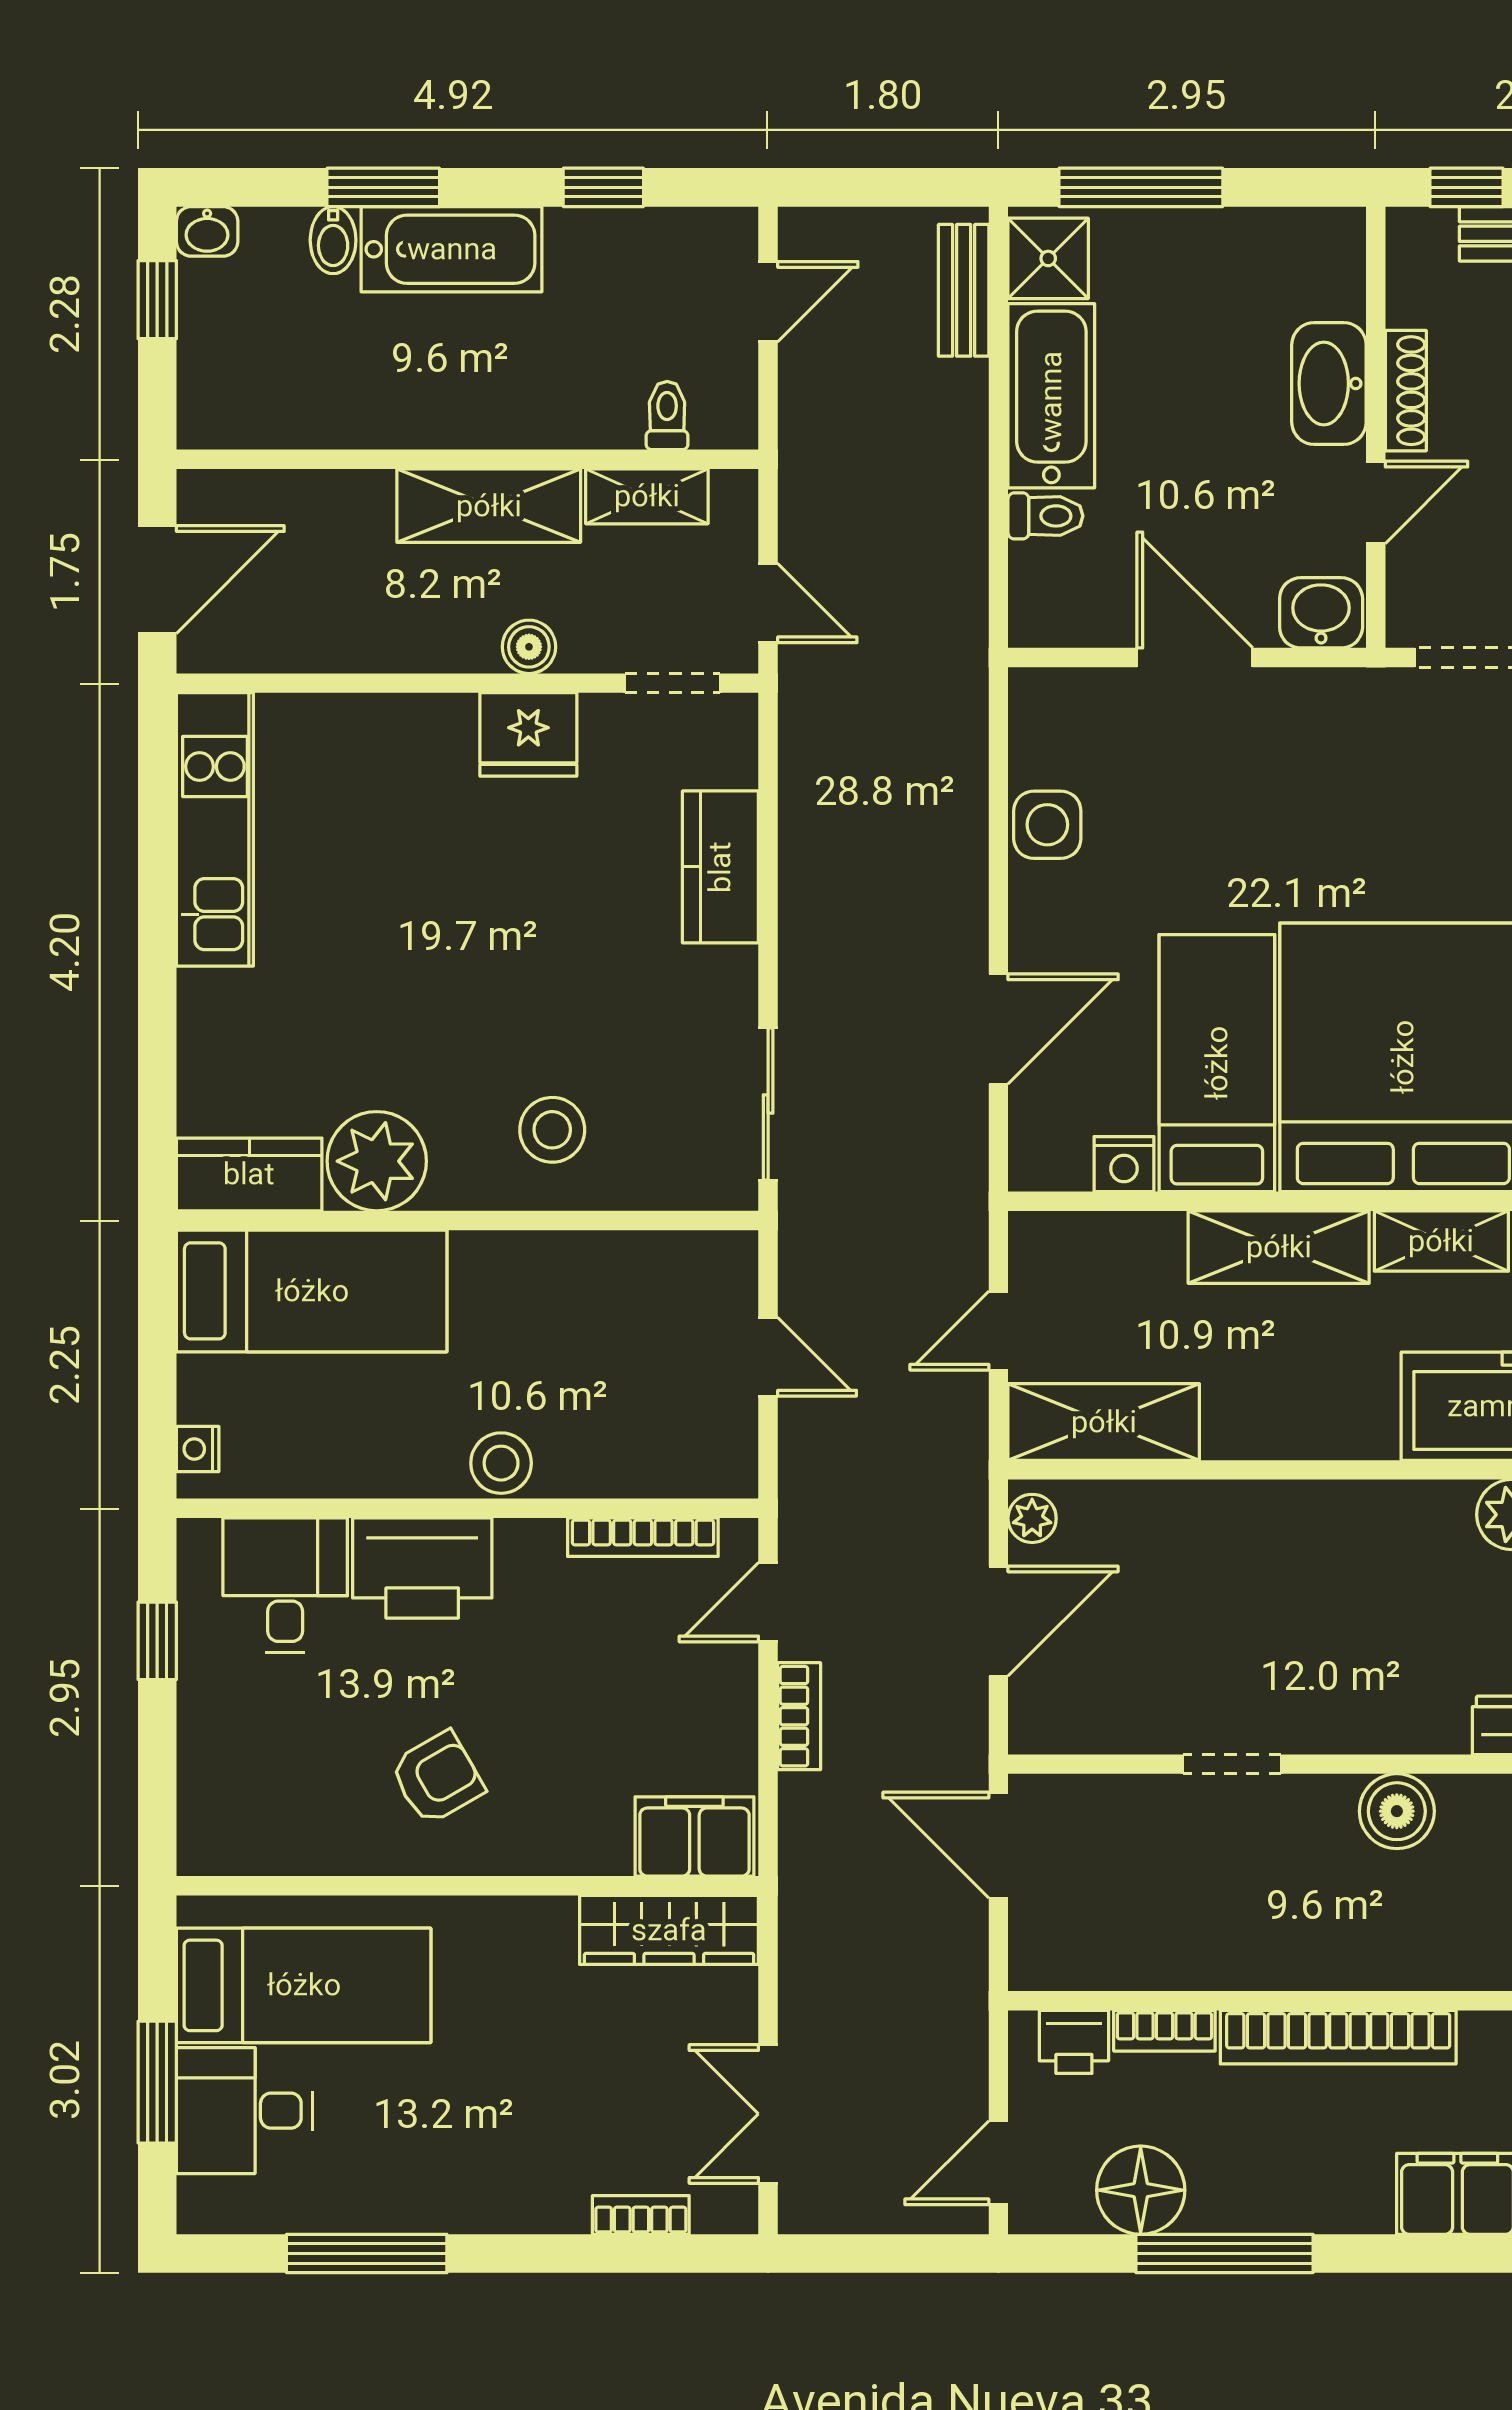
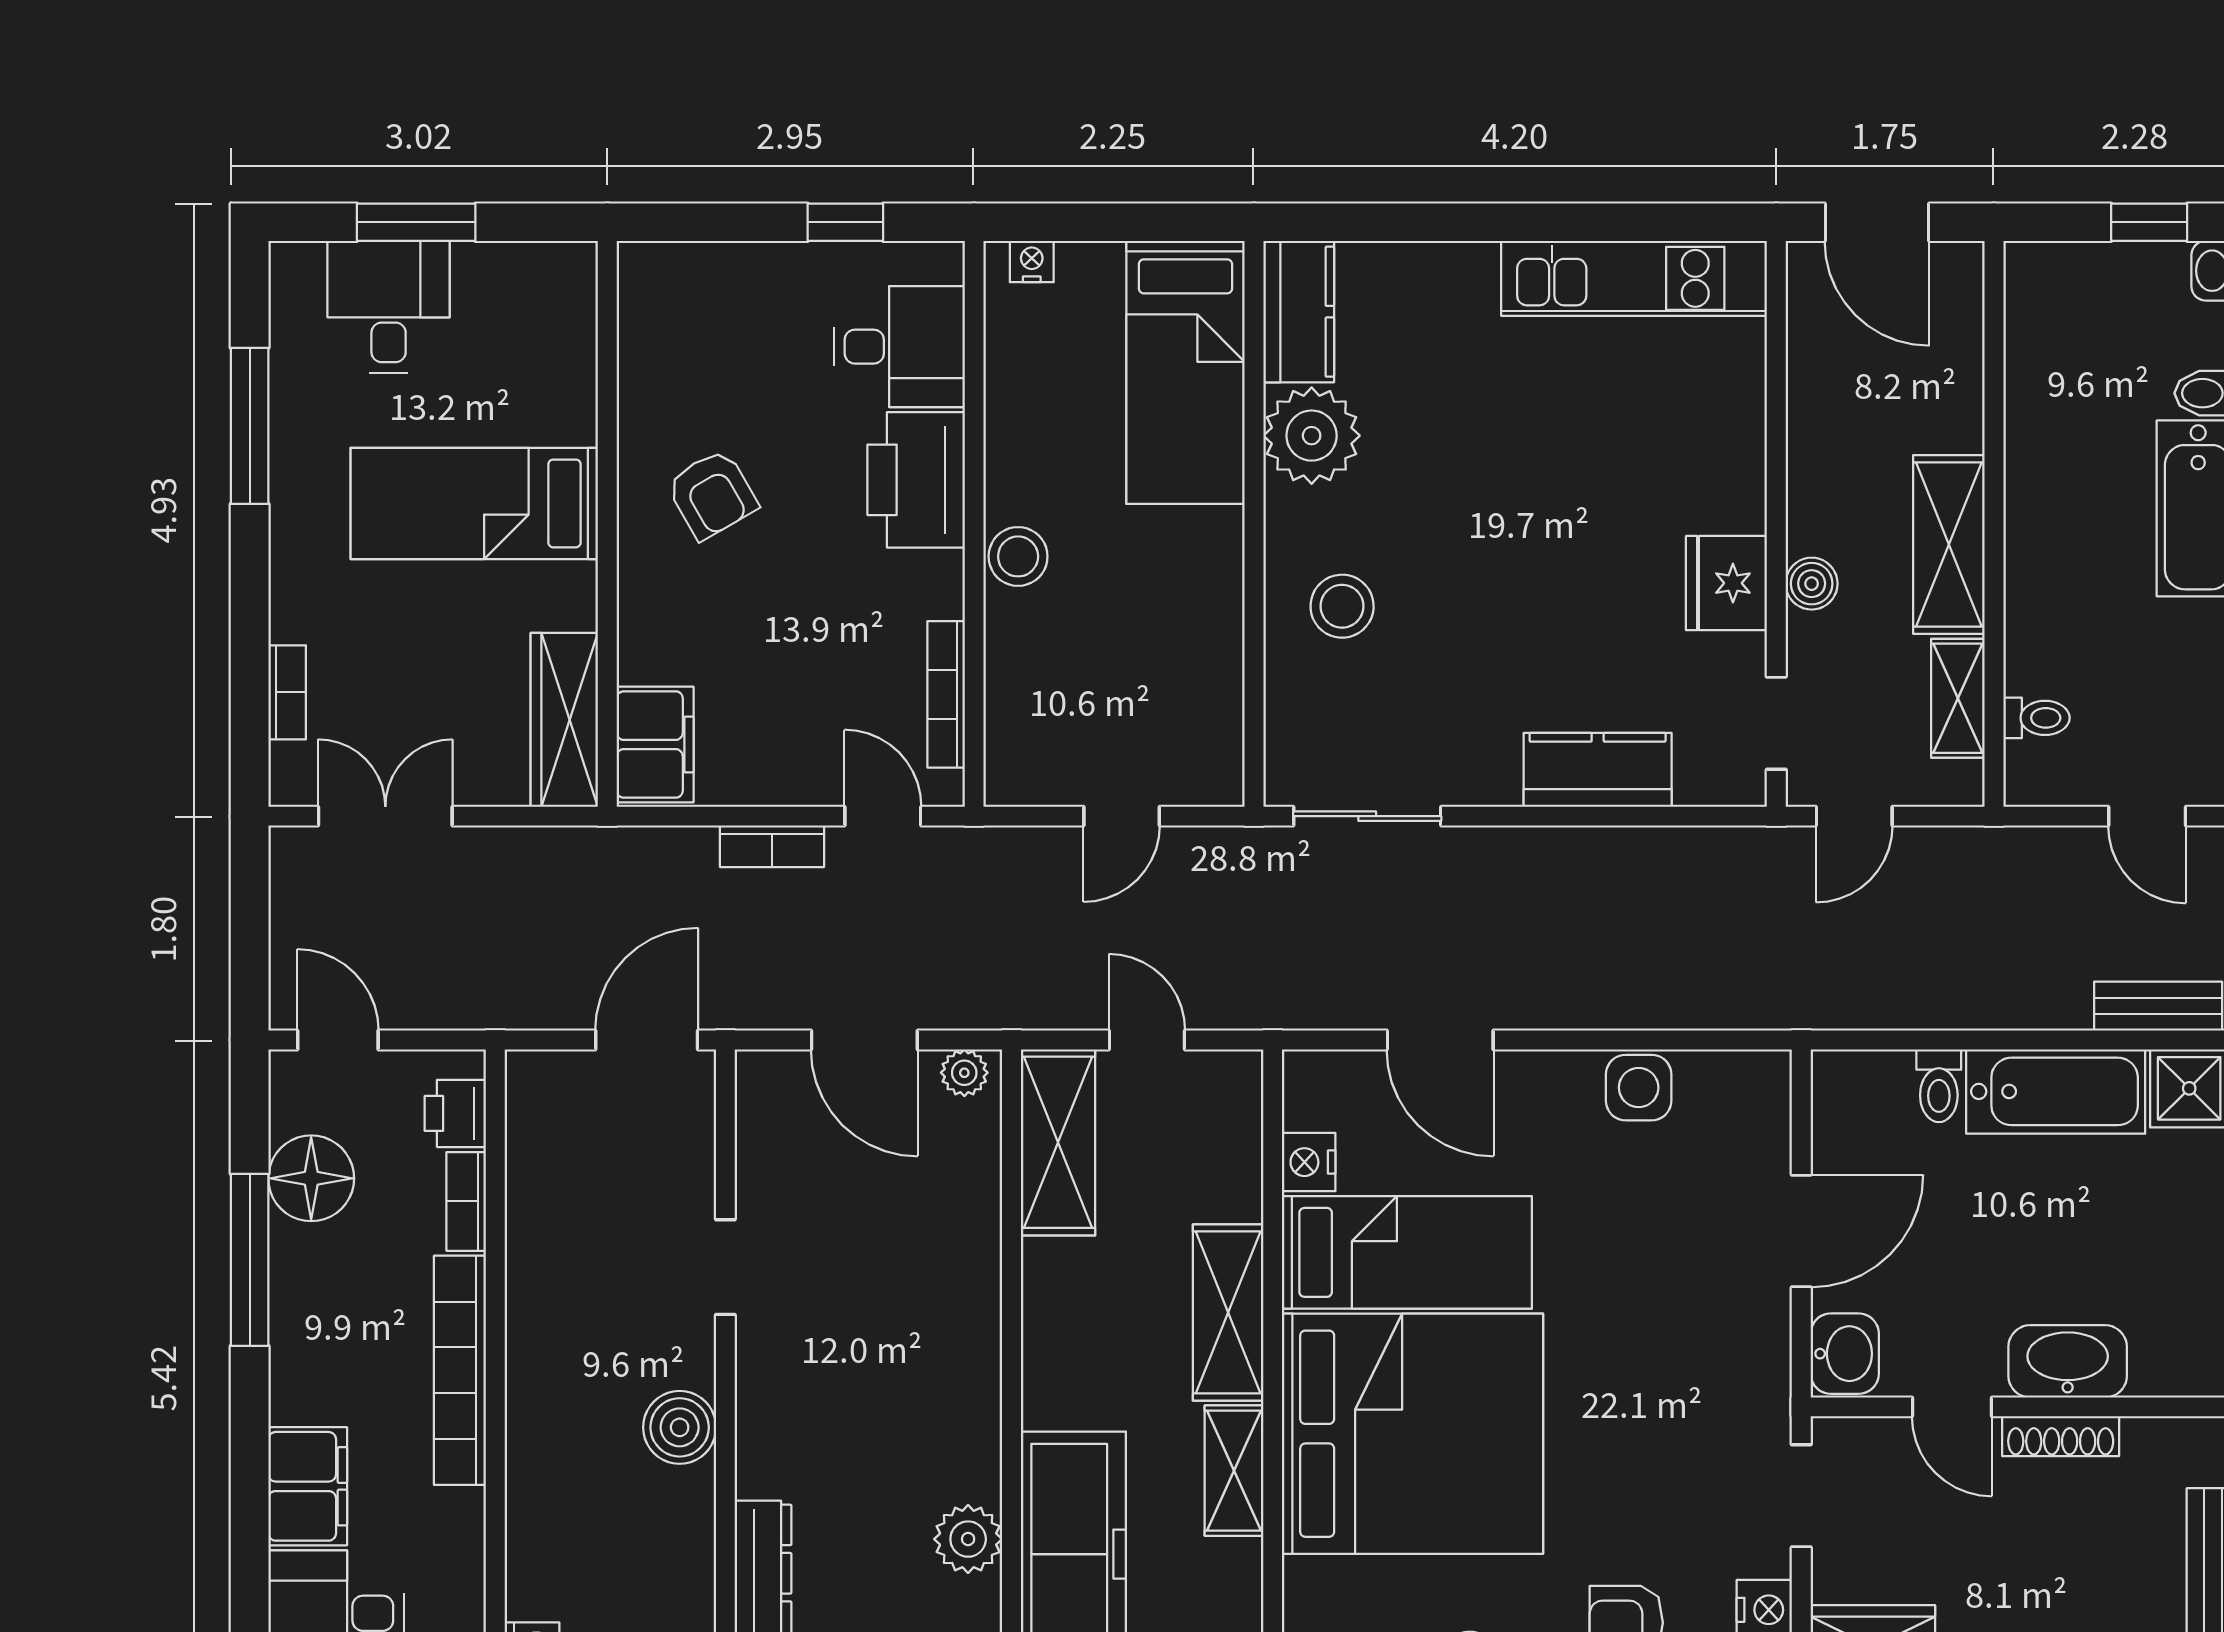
bed: (304, 1985) -> (474, 503), moved, turned 90

